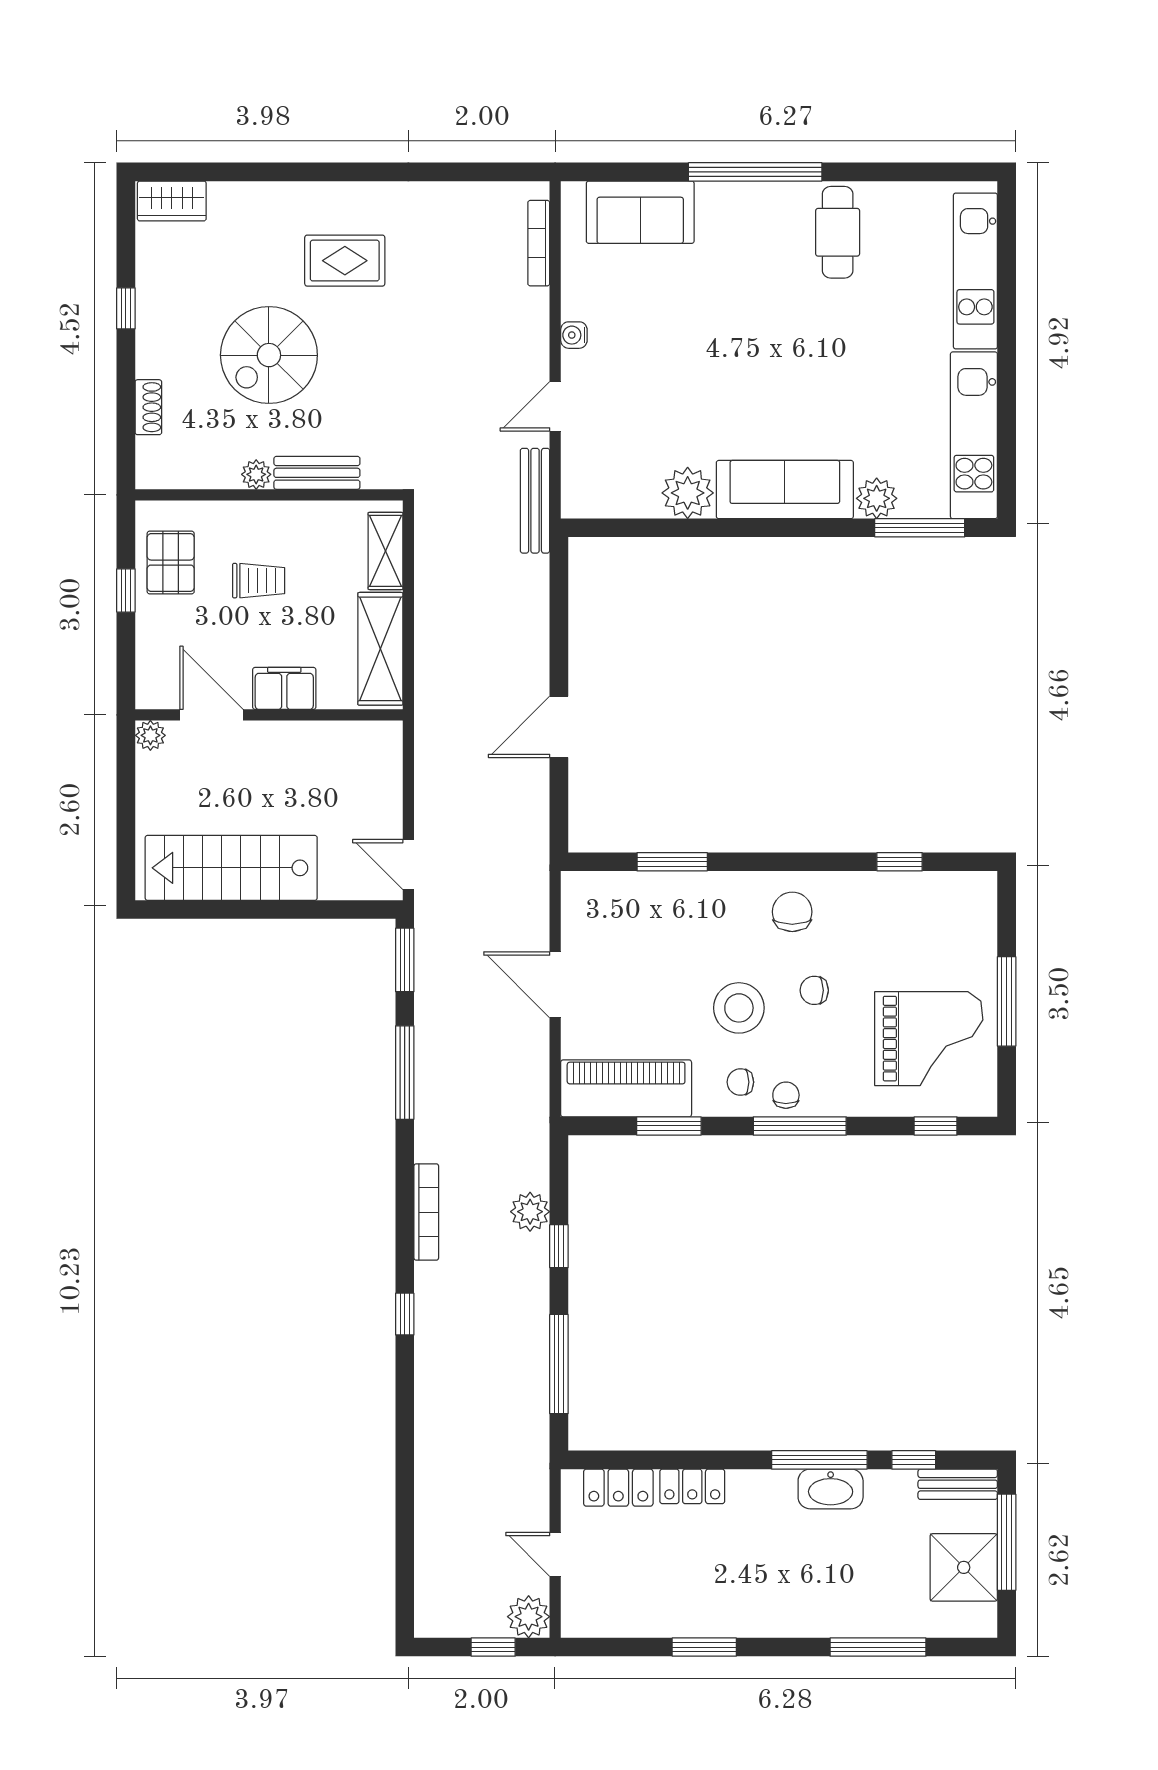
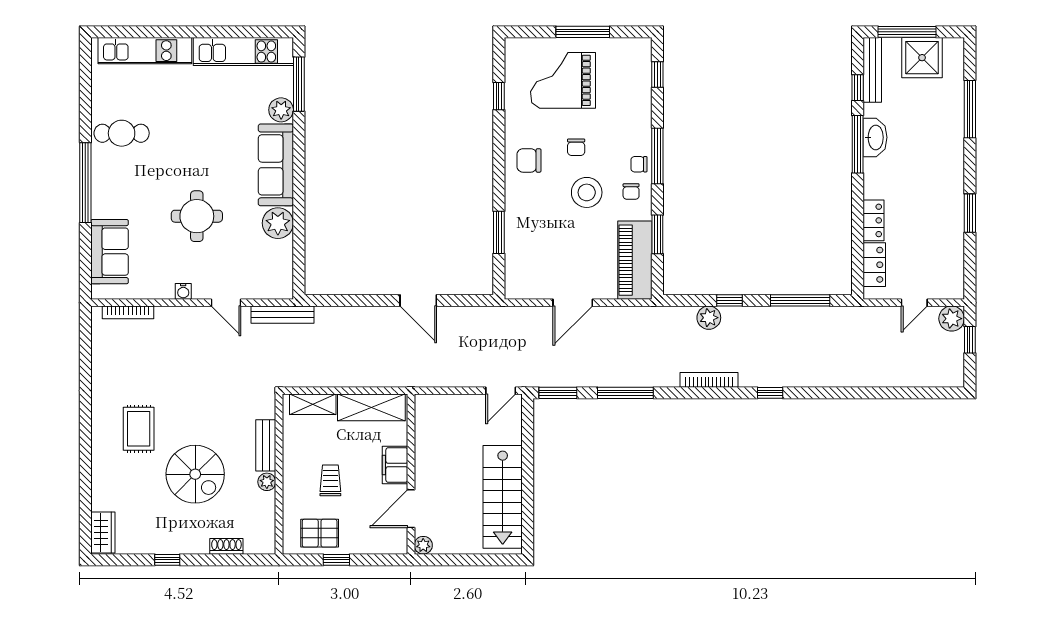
round table: (699, 358) -> (197, 216), added
grand piano: (929, 1039) -> (563, 80), moved, turned -90
bench: (958, 1484) -> (872, 70), width x1.36

